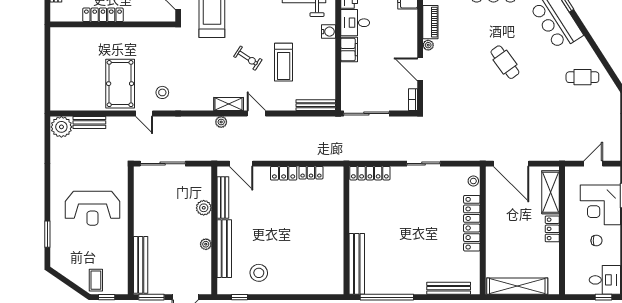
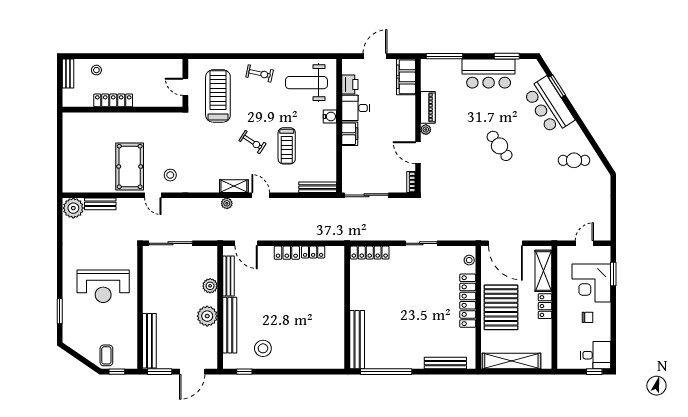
pallet: (507, 230) -> (501, 307), added
plant: (206, 244) -> (207, 316), width x1.87, depth x1.87

